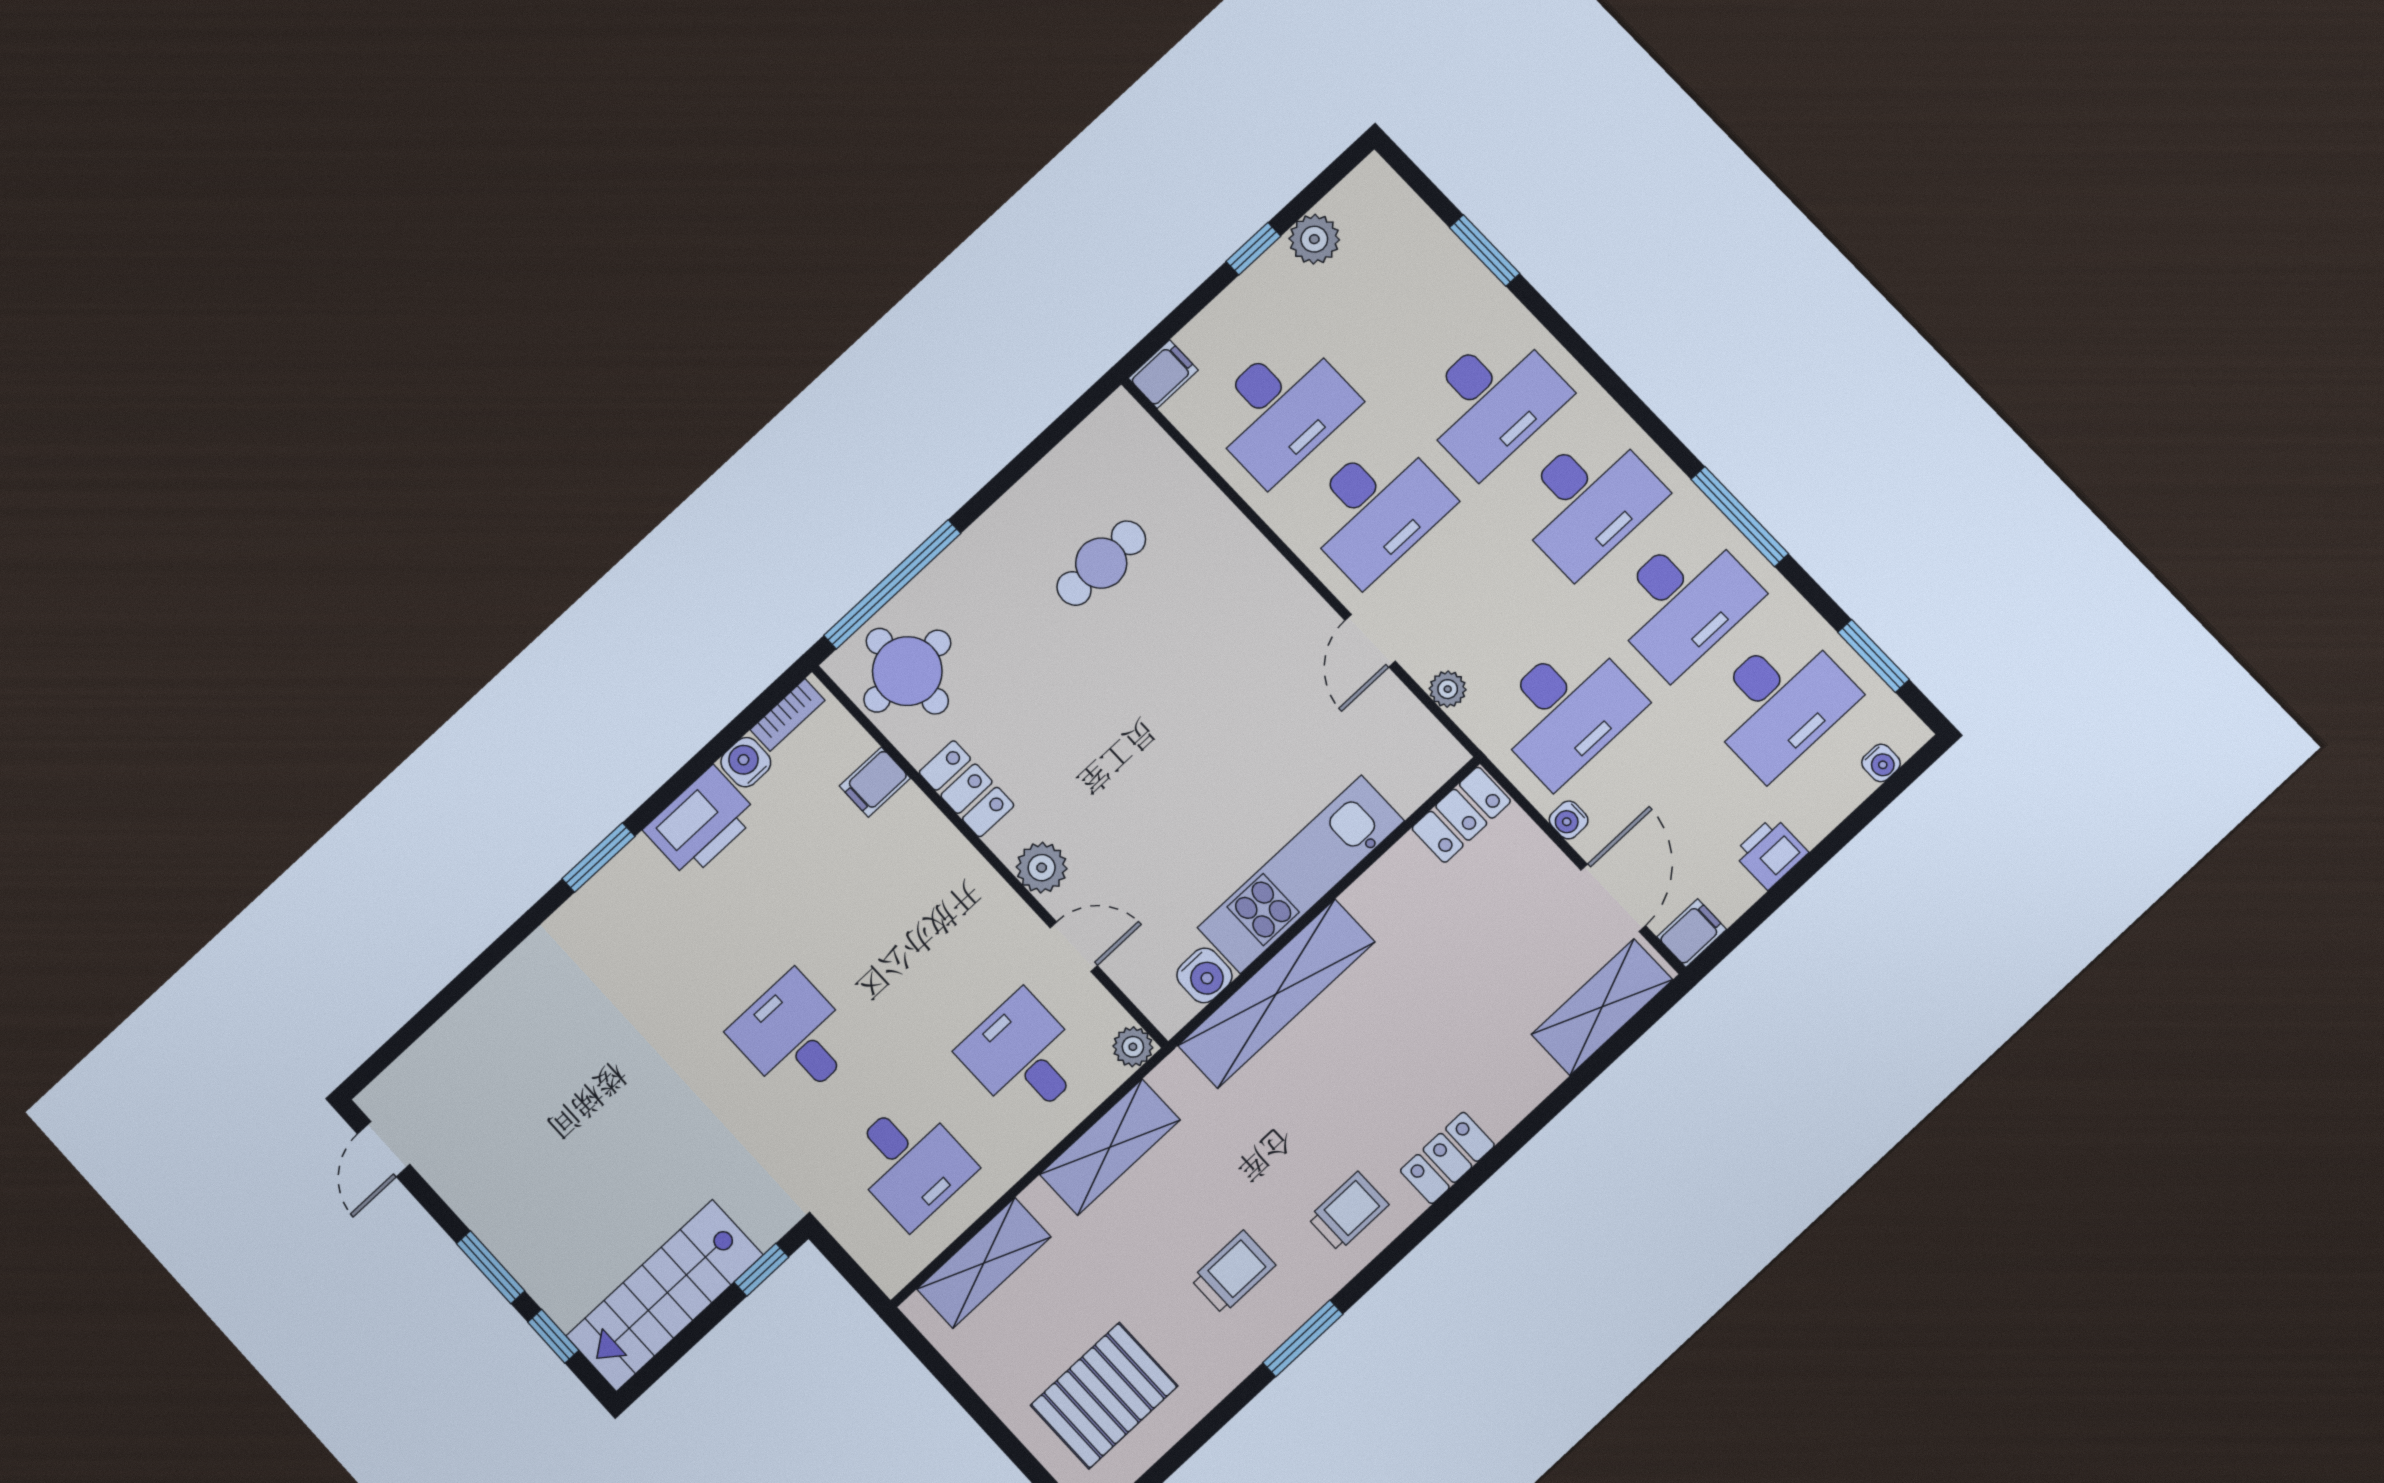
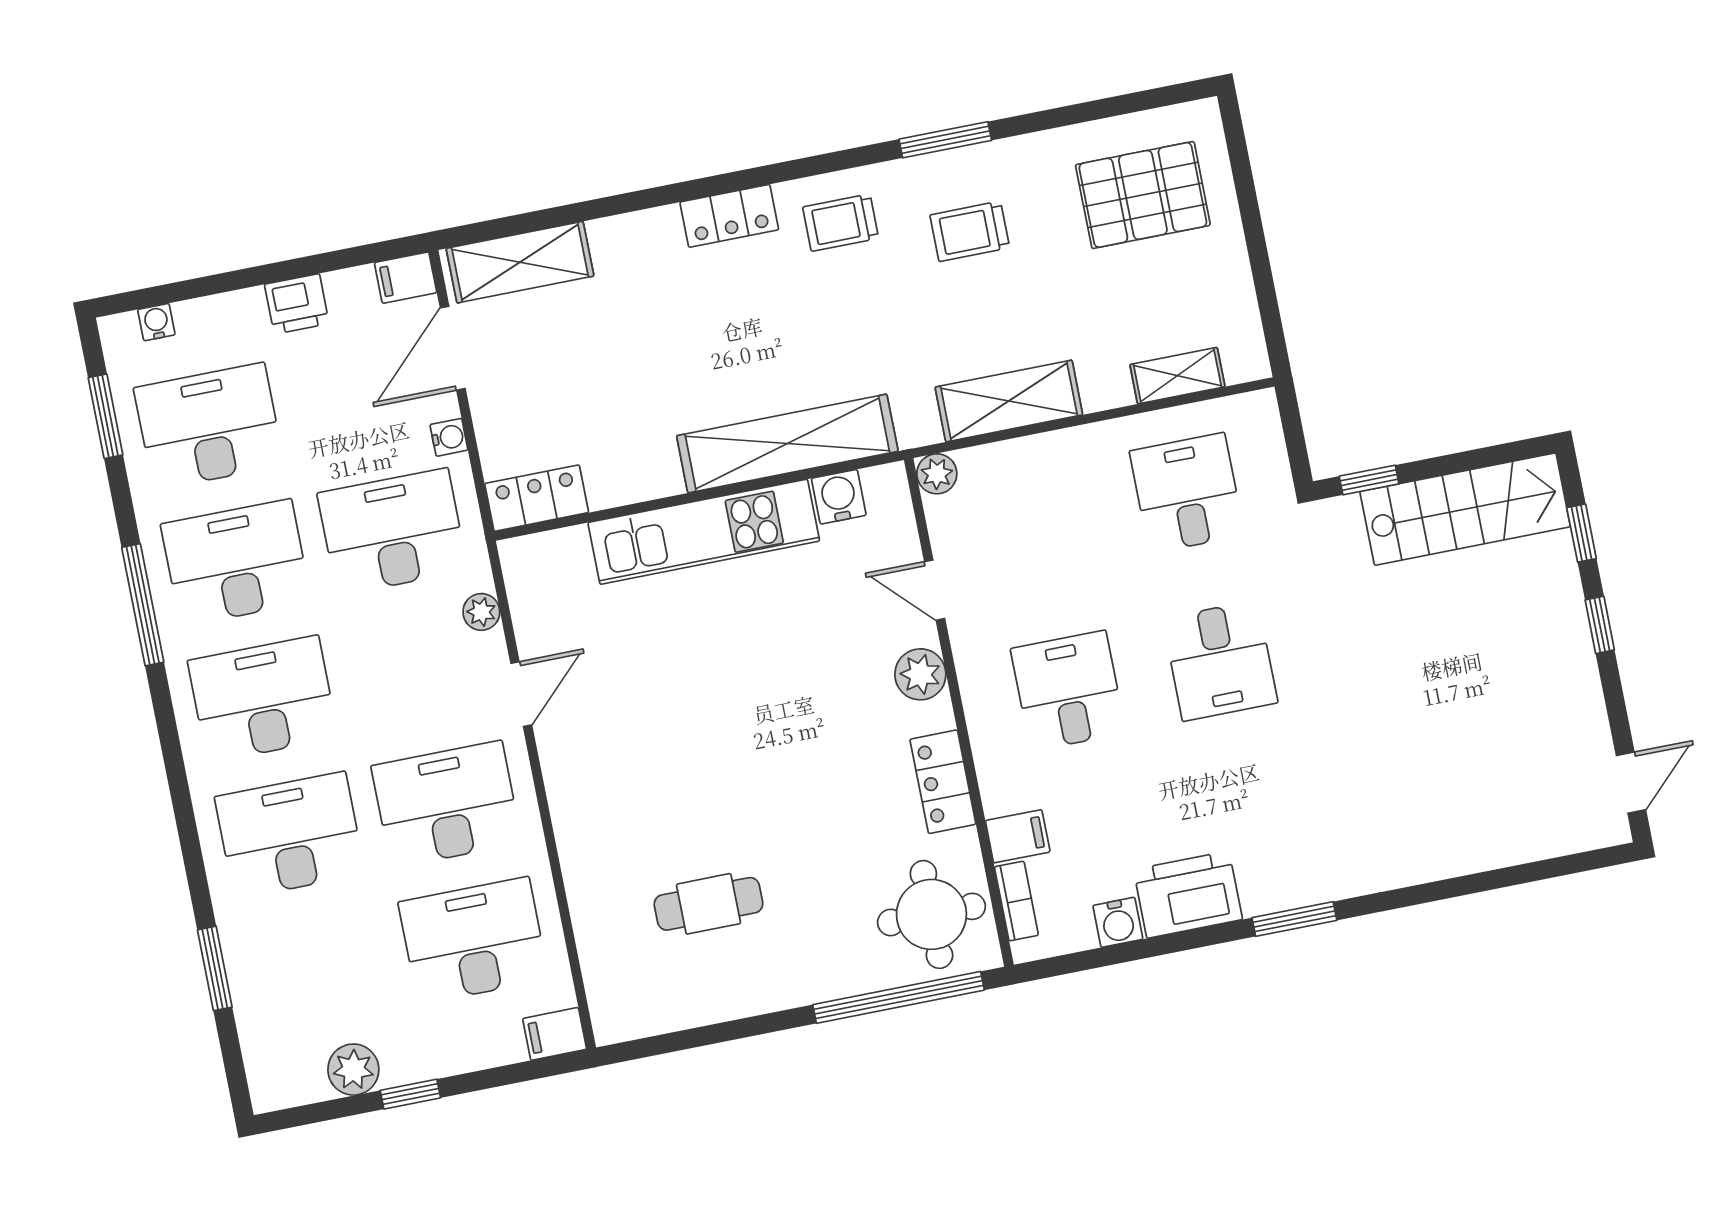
bookcase: (787, 715) -> (1016, 901), moved, turned 90
desk: (1023, 1057) -> (1068, 691), moved, turned 180
shelving: (984, 1263) -> (1177, 376), width x0.67, depth x0.75
window: (491, 1267) -> (1600, 625), width x0.67

